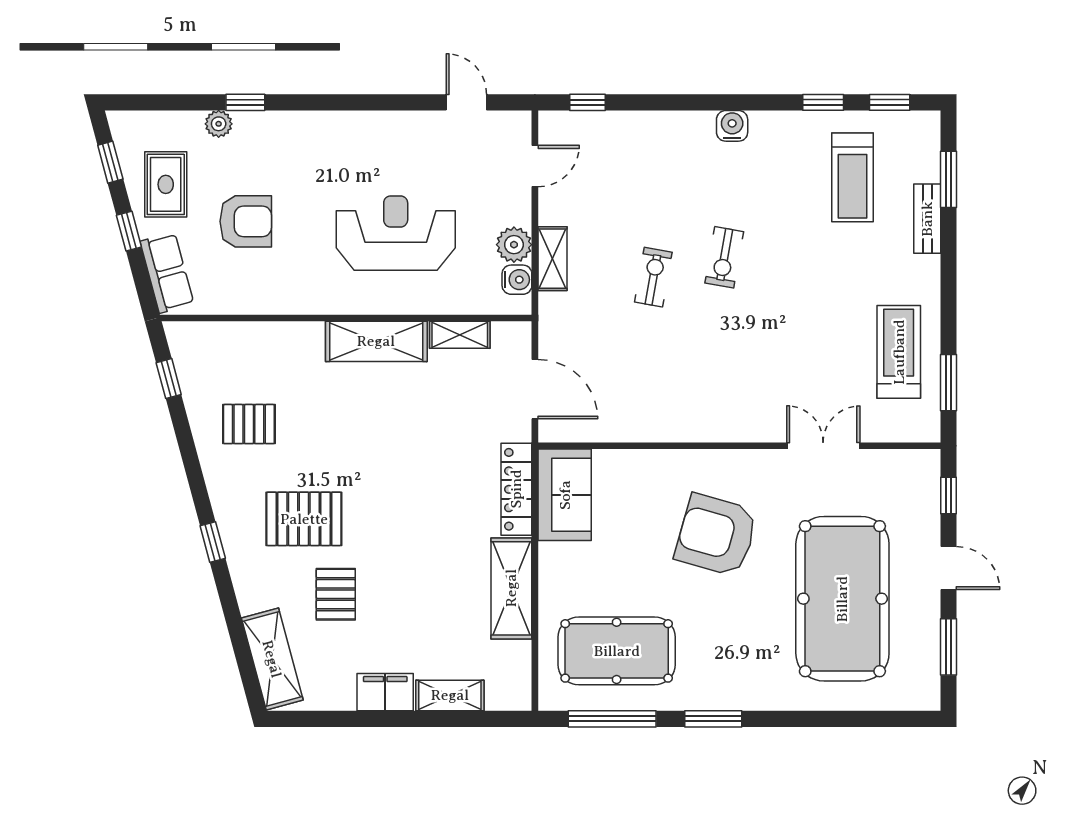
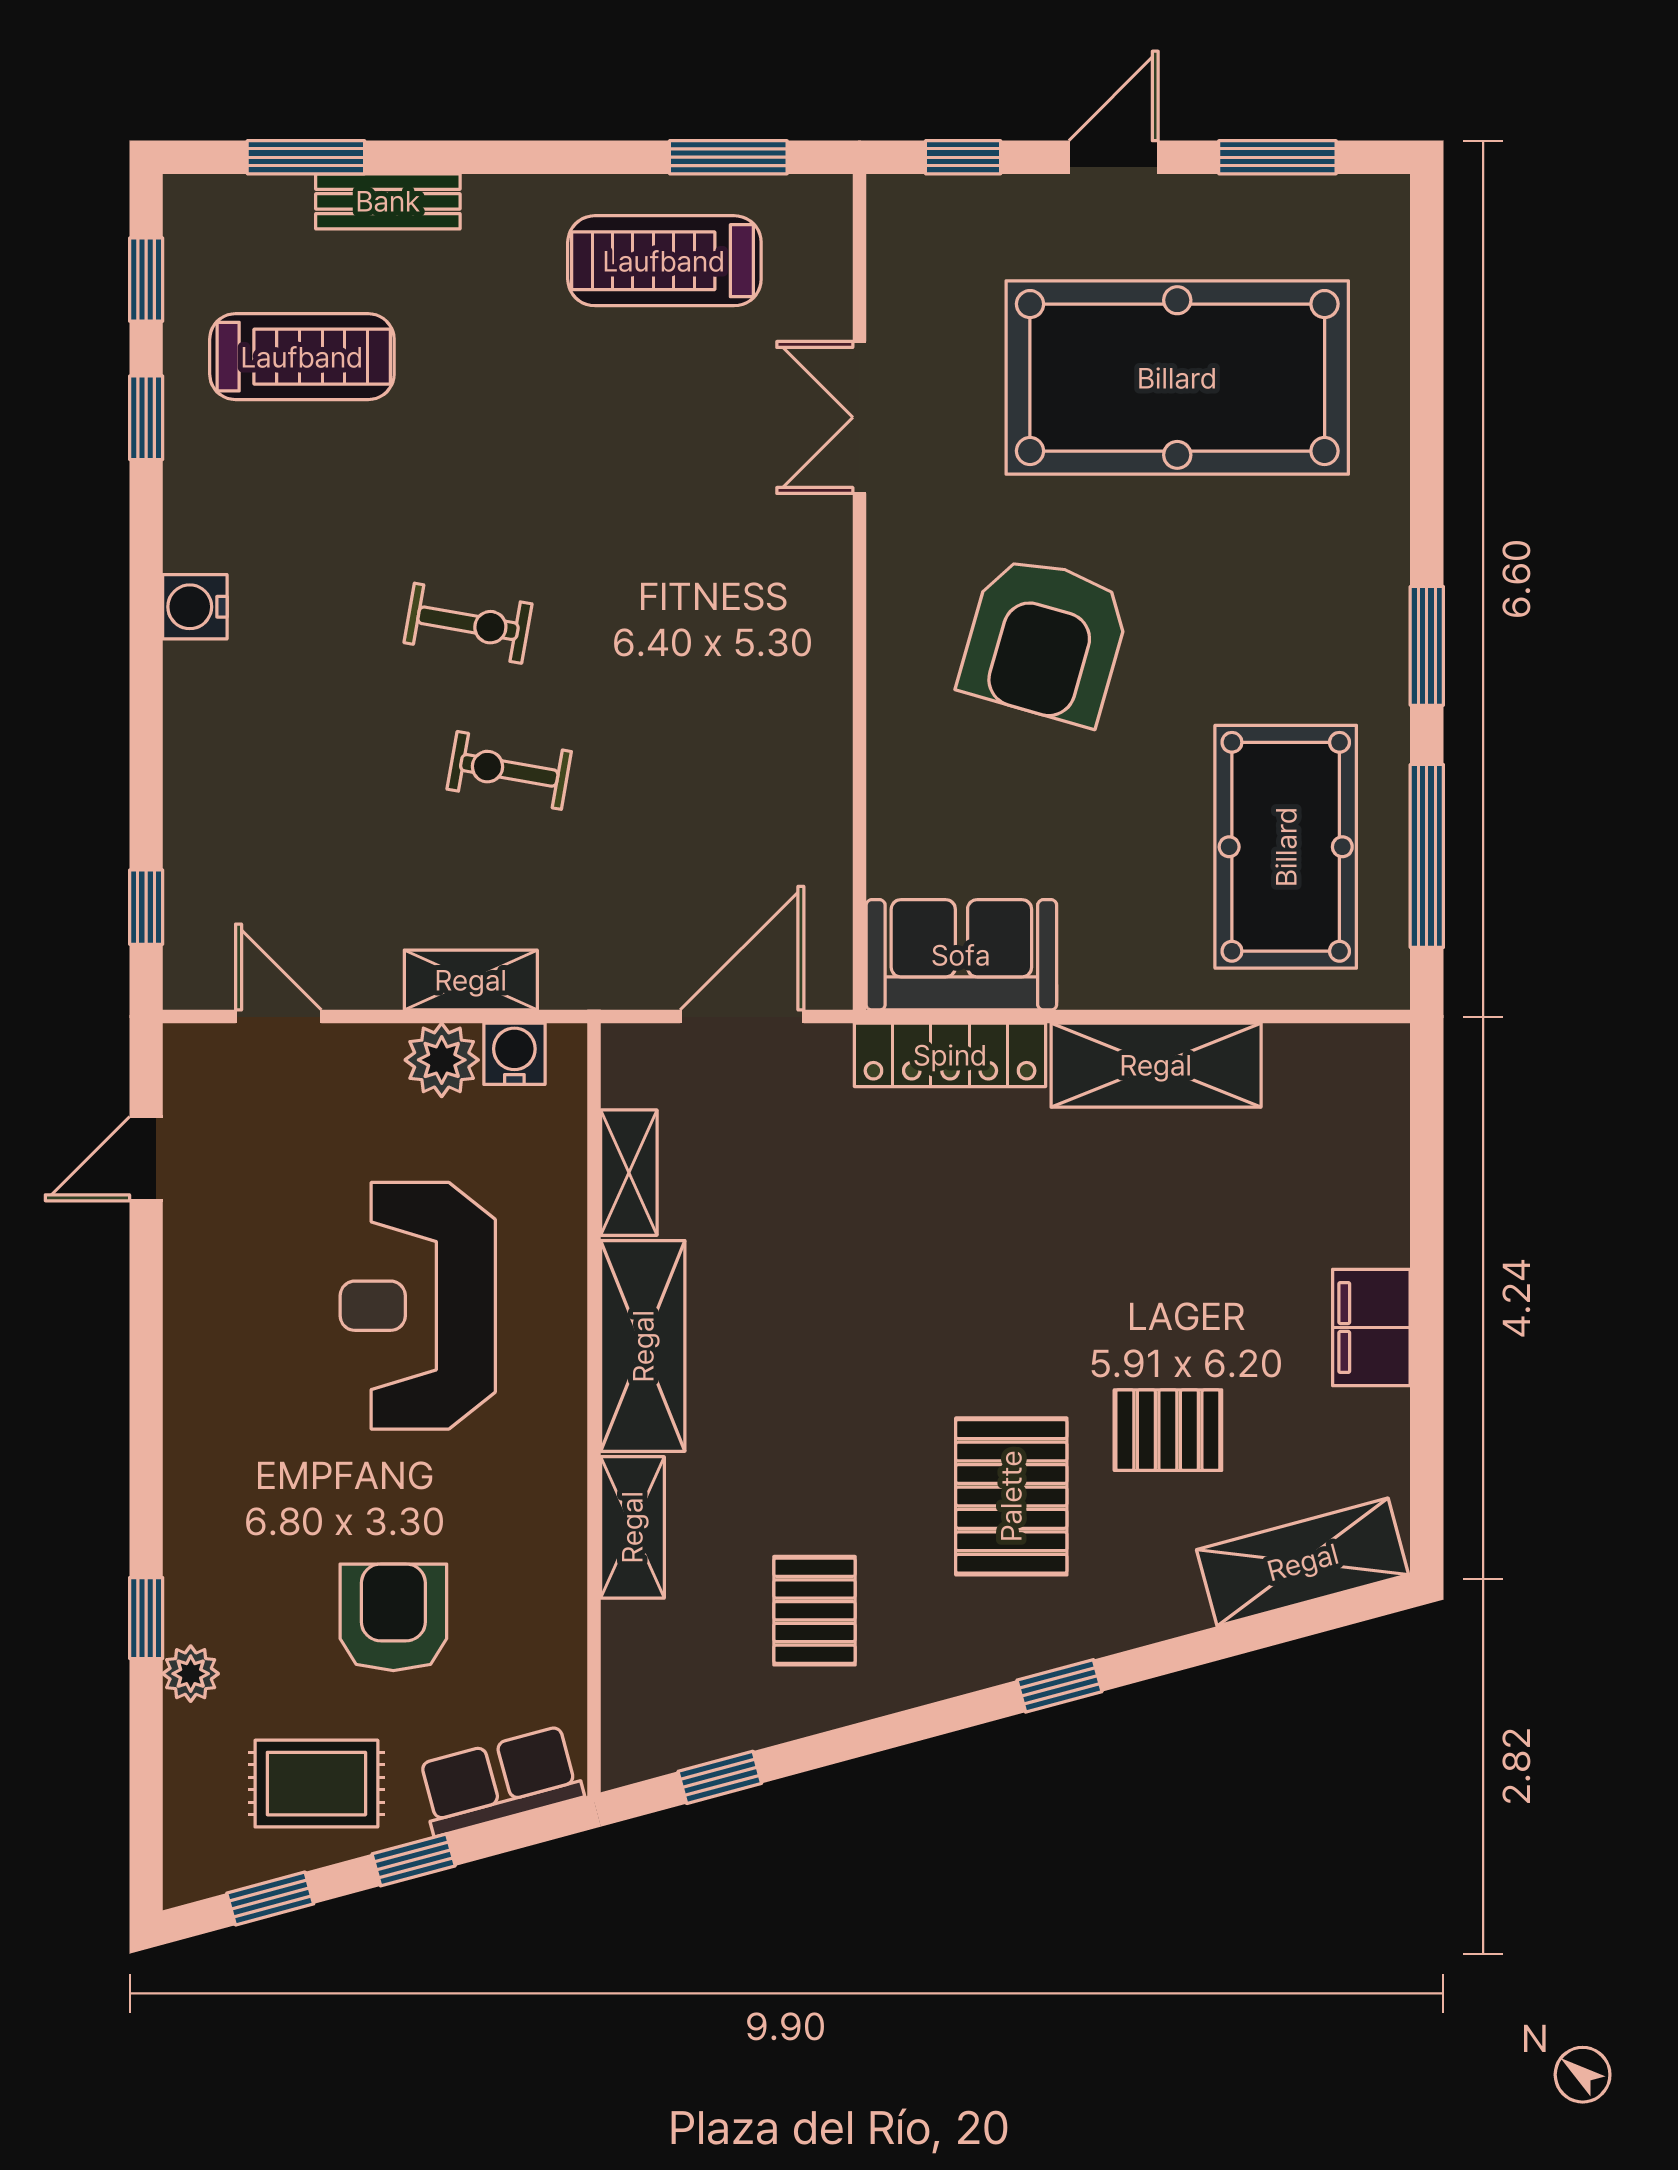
shelving: (450, 695) -> (632, 1527), moved

